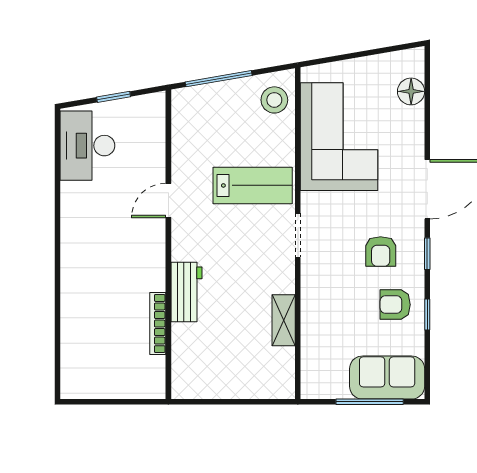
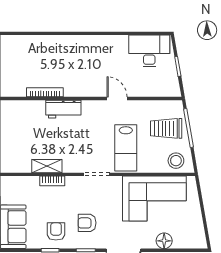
floor lamp: (411, 91) -> (164, 241), moved
trolley: (219, 117) -> (166, 128), added
bookcase: (309, 311) -> (52, 181), added

